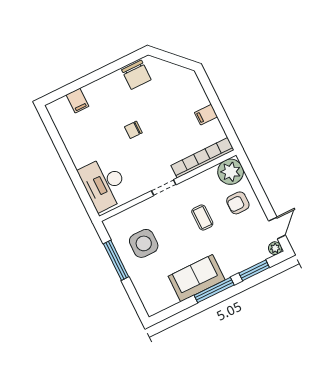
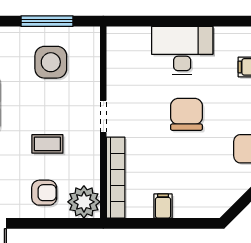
chair: (133, 130) -> (186, 114), width x1.87, depth x1.87
desk: (104, 184) -> (182, 50), moved
armchair: (238, 203) -> (44, 193), turned 90

